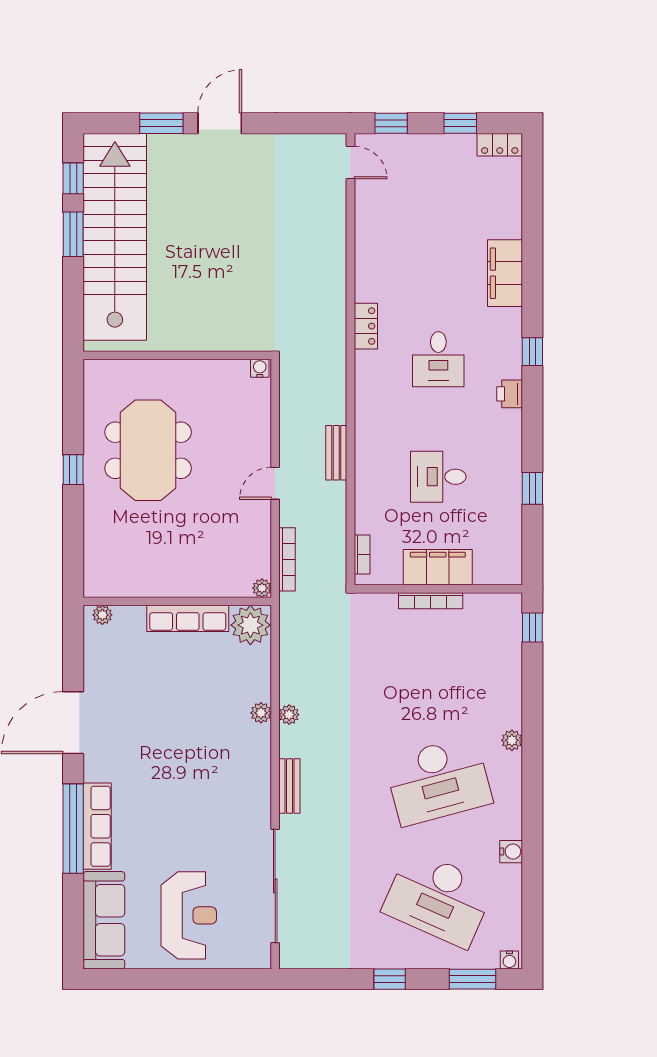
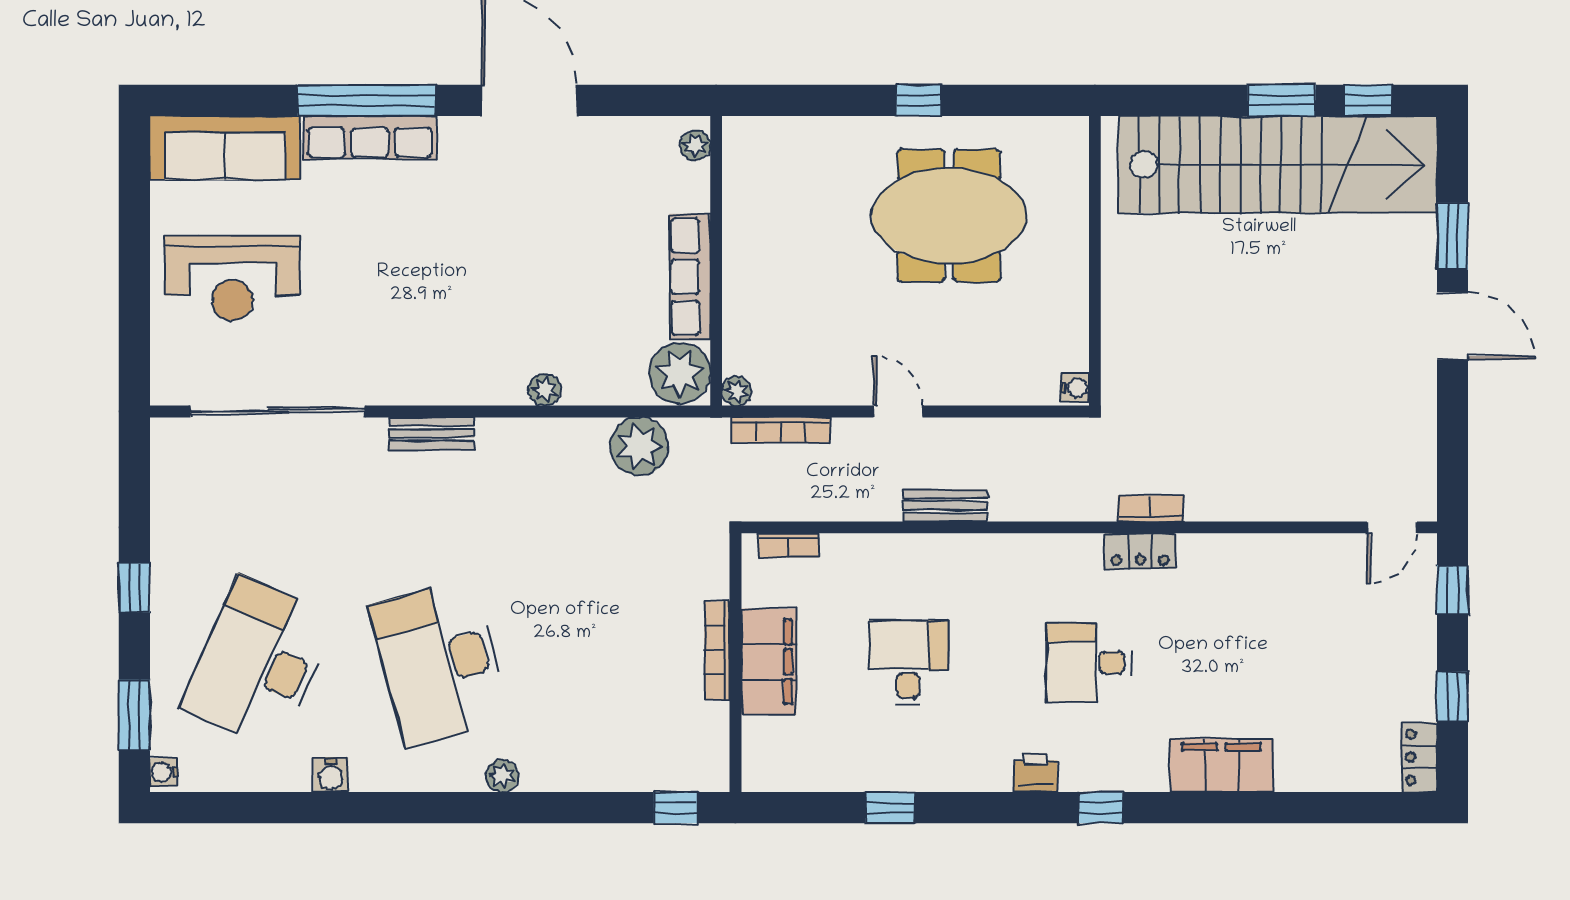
bookcase: (338, 319) -> (1151, 509), added
plant: (289, 715) -> (639, 446), moved, width x1.87, depth x1.87

